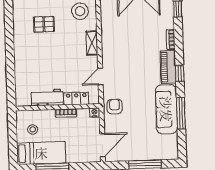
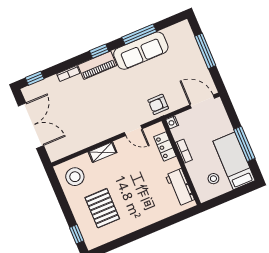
pallet: (44, 24) -> (102, 208), width x1.50, depth x1.42
workbench: (47, 97) -> (180, 187), moved

